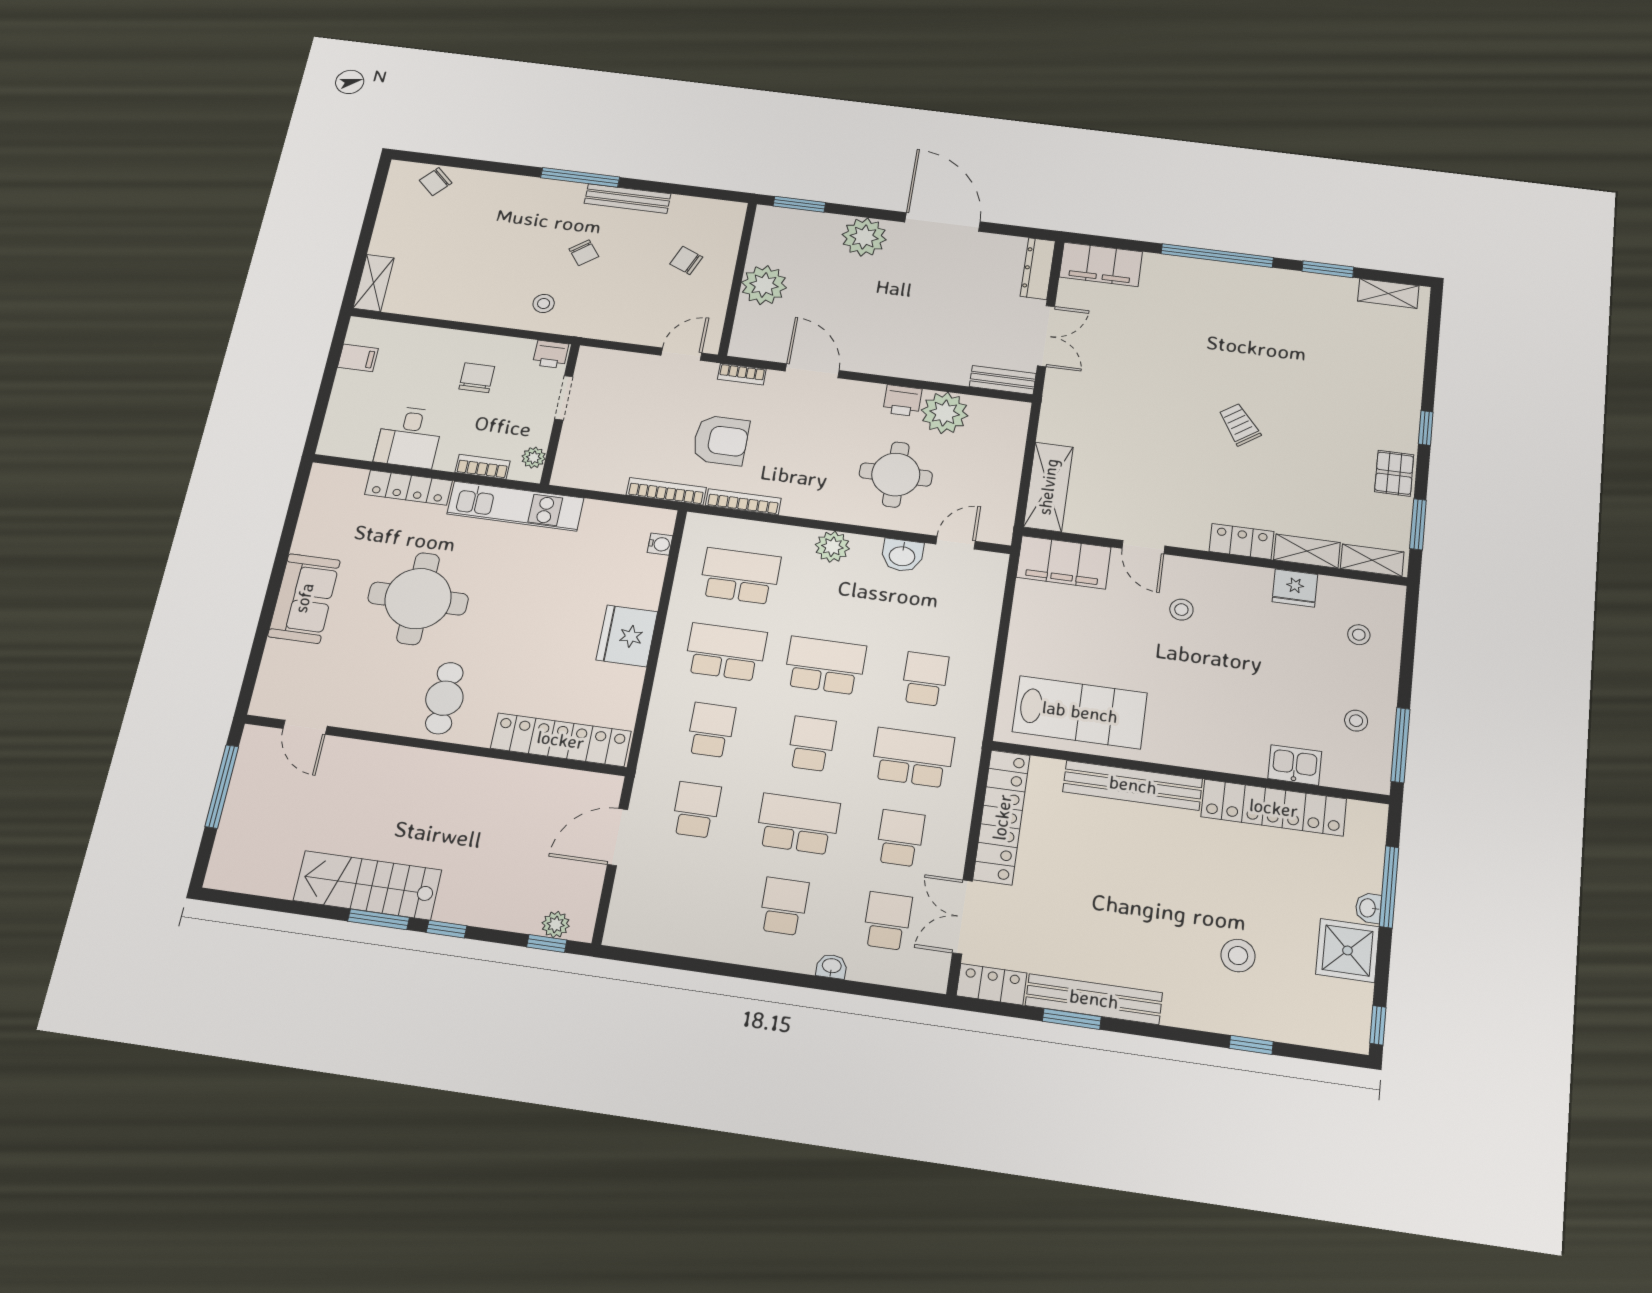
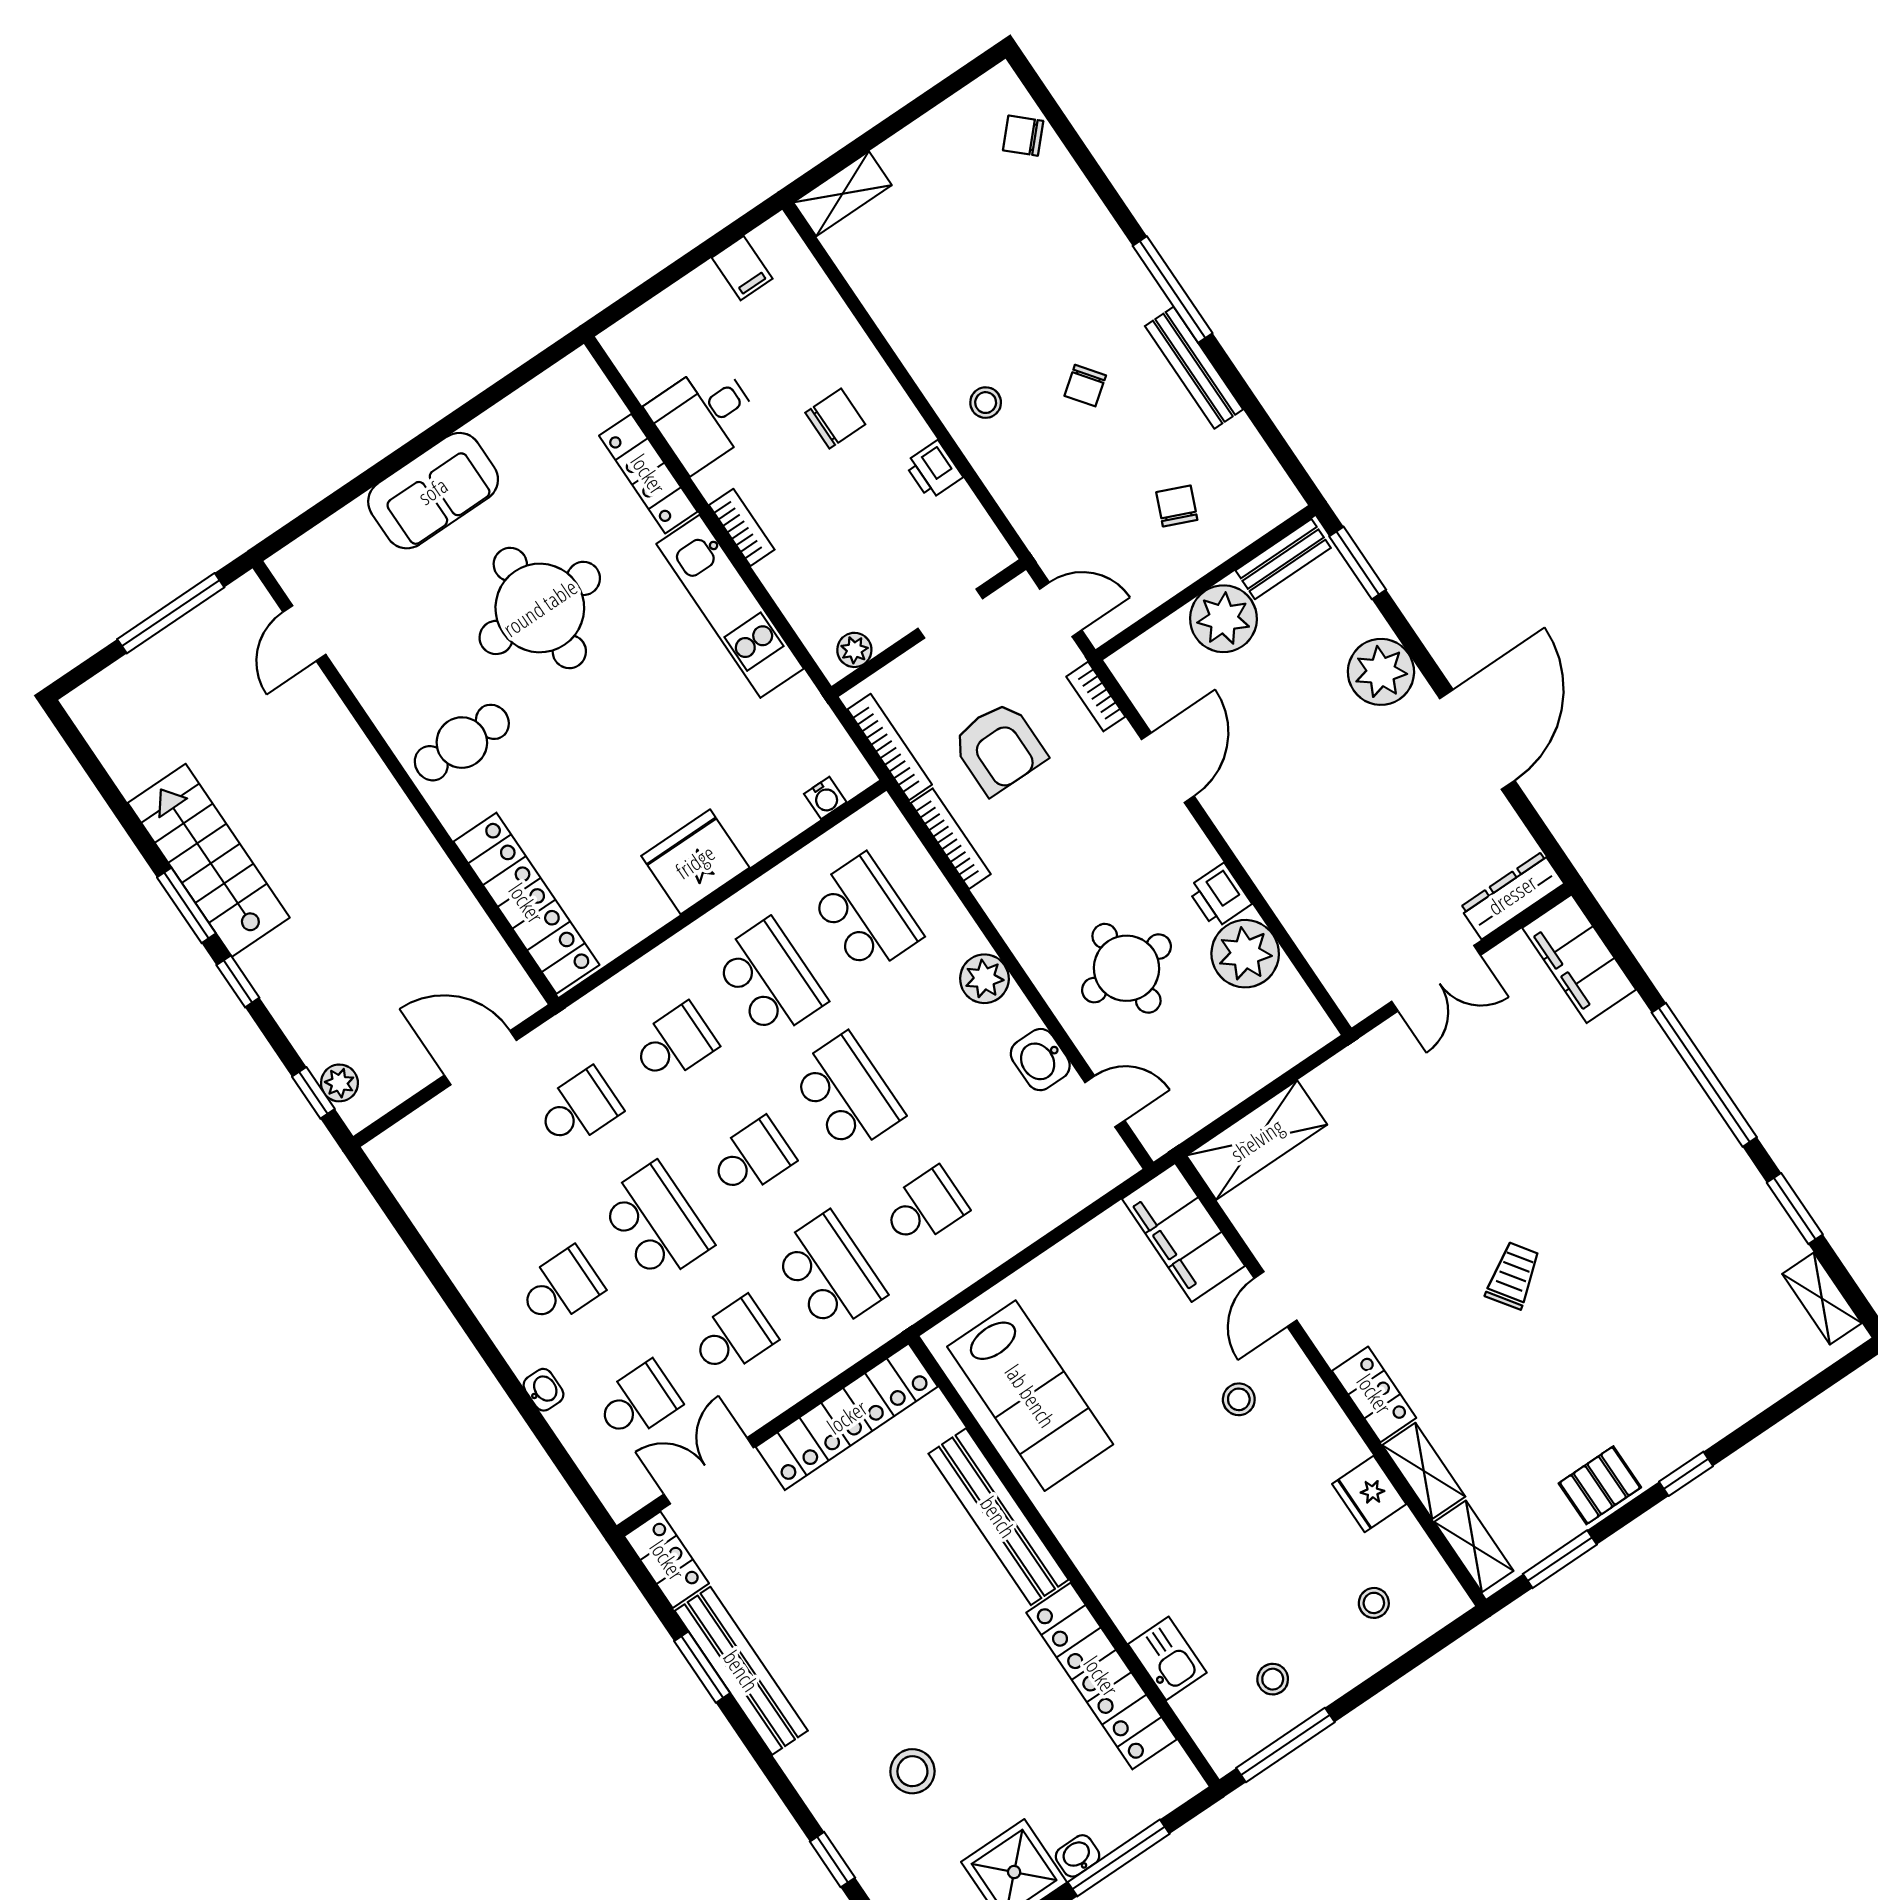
bench: (1003, 380) -> (1283, 559), moved, turned 90
doorway: (564, 398) -> (950, 613), moved
wall: (560, 414) -> (929, 628), moved
plant: (534, 458) -> (854, 650), moved

